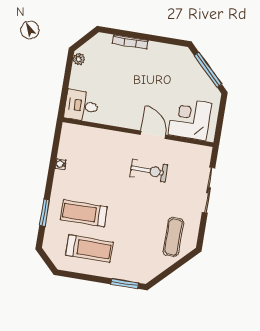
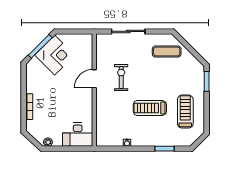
desk: (81, 106) -> (78, 135), width x1.37
corner desk: (190, 119) -> (55, 55), moved, turned -135
treadmill: (84, 213) -> (150, 108), moved, turned 90

